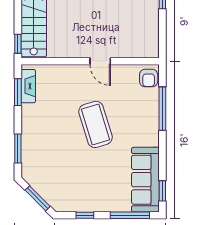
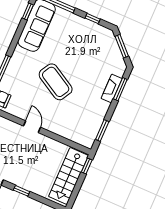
fireplace: (28, 86) -> (112, 88), moved
coffee table: (95, 124) -> (56, 82), turned -43

